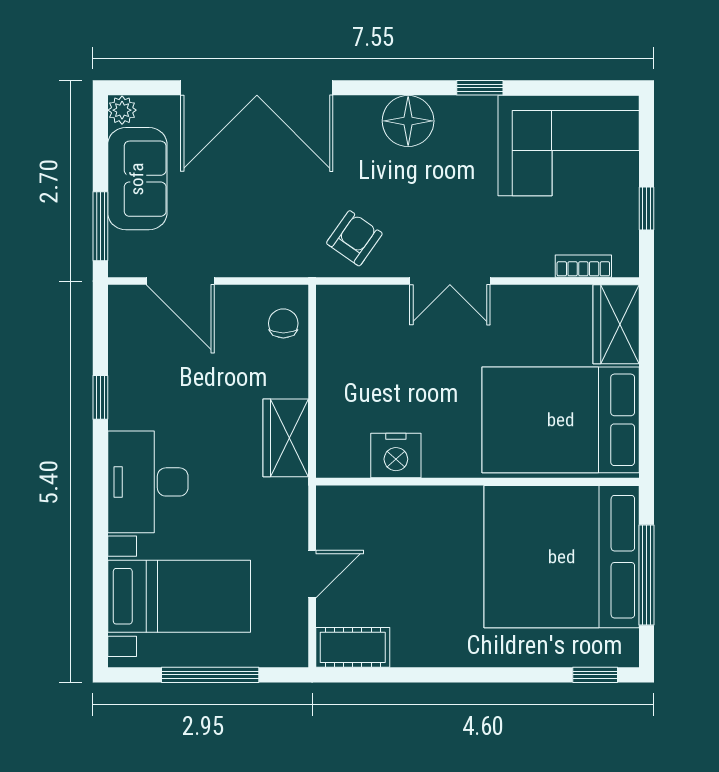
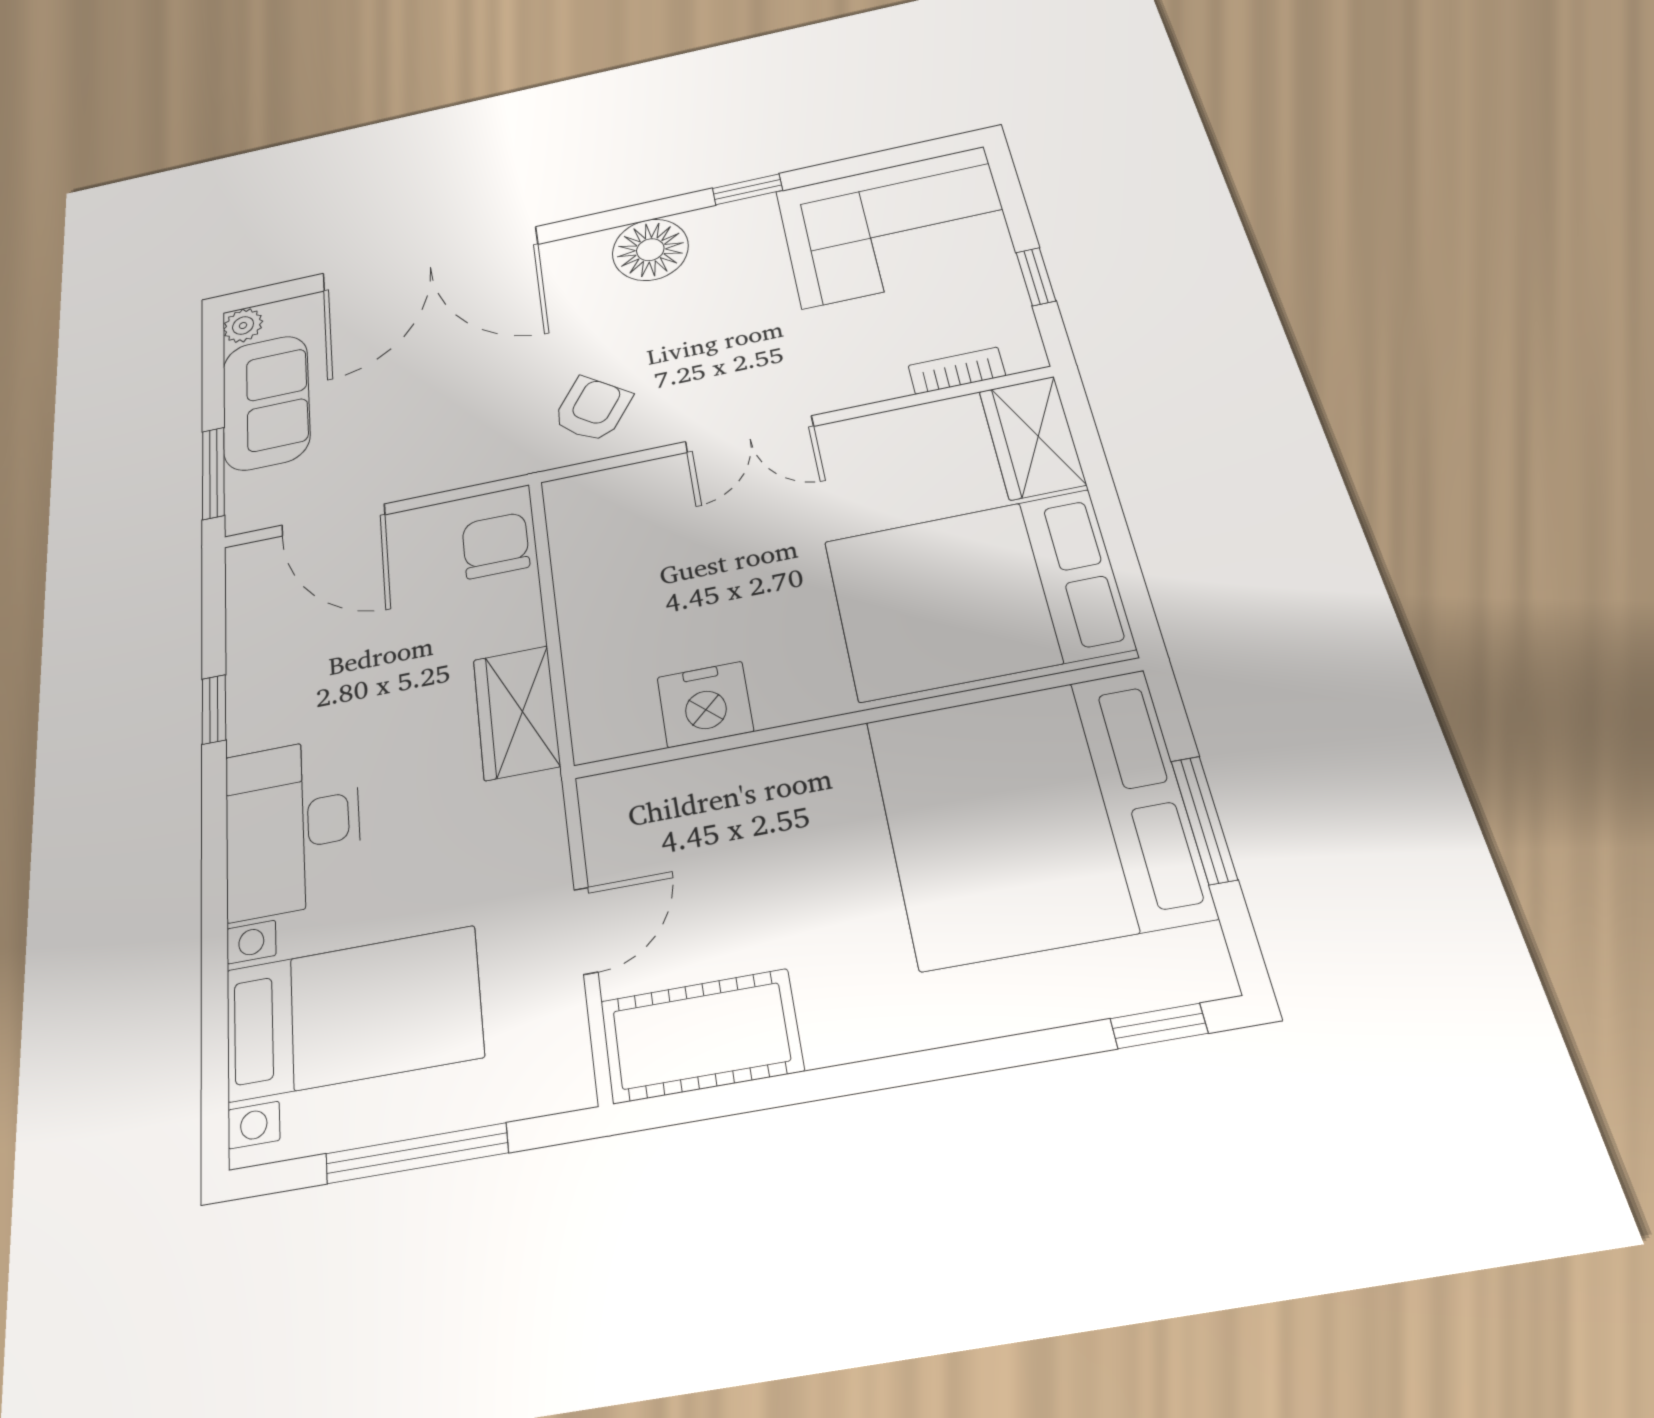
chair: (283, 323) -> (496, 545), width x1.37, depth x1.37
window: (647, 575) -> (1204, 820), width x0.69
cot: (353, 647) -> (701, 1036), width x1.37, depth x1.34

